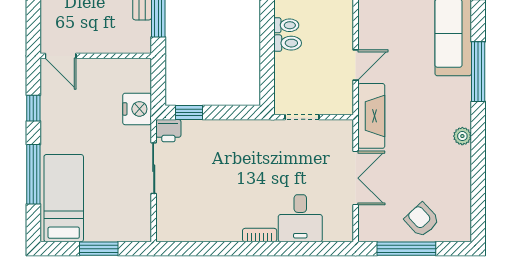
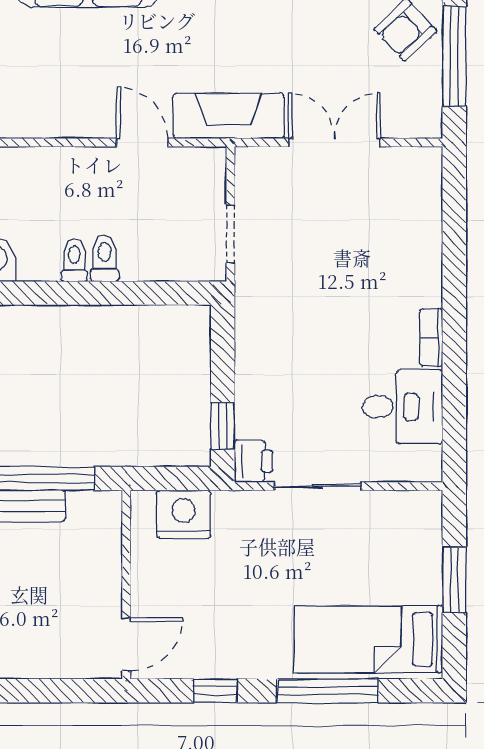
nightstand: (137, 109) -> (183, 514), moved
desk: (300, 218) -> (402, 407), moved
bookcase: (260, 235) -> (431, 337), moved

